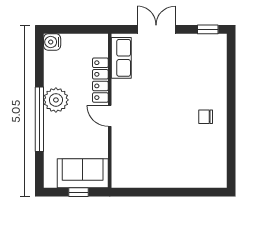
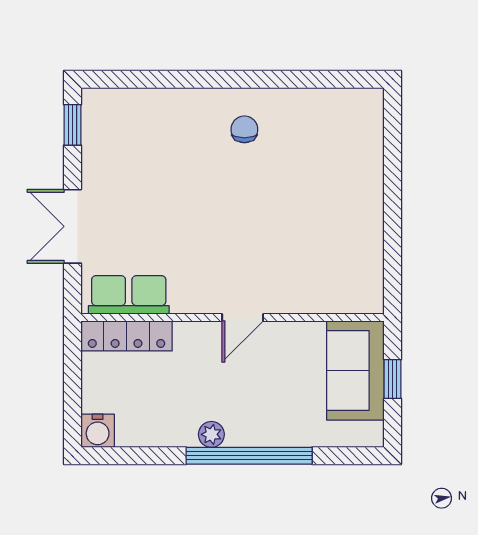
locker: (100, 80) -> (127, 336), moved
plant: (56, 100) -> (211, 434), width x0.53, depth x0.53
chair: (206, 117) -> (244, 129), turned 180

